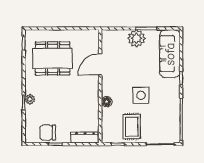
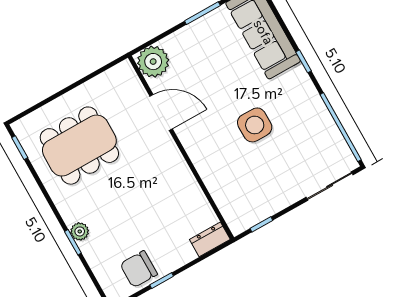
plant: (136, 38) -> (153, 62), moved
door: (100, 65) -> (161, 112), swing flipped
floor lamp: (107, 102) -> (205, 166), removed
rug: (132, 127) -> (268, 184), removed
dresser: (85, 138) -> (210, 239), width x0.70

